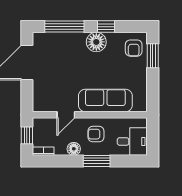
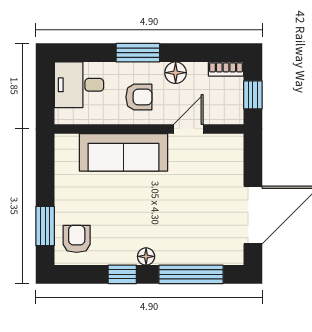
floor lamp: (96, 42) -> (146, 256), width x0.53, depth x0.53

